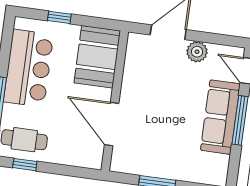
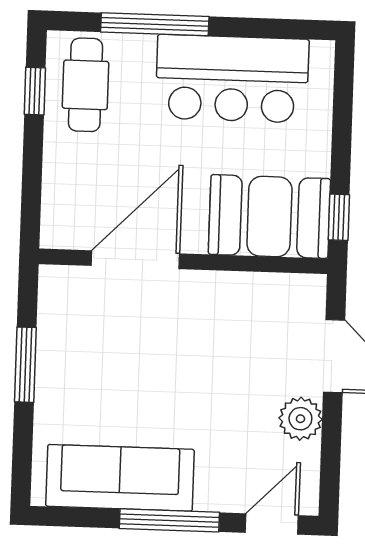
window: (59, 17) -> (339, 217), moved
sofa: (220, 117) -> (120, 478), moved

